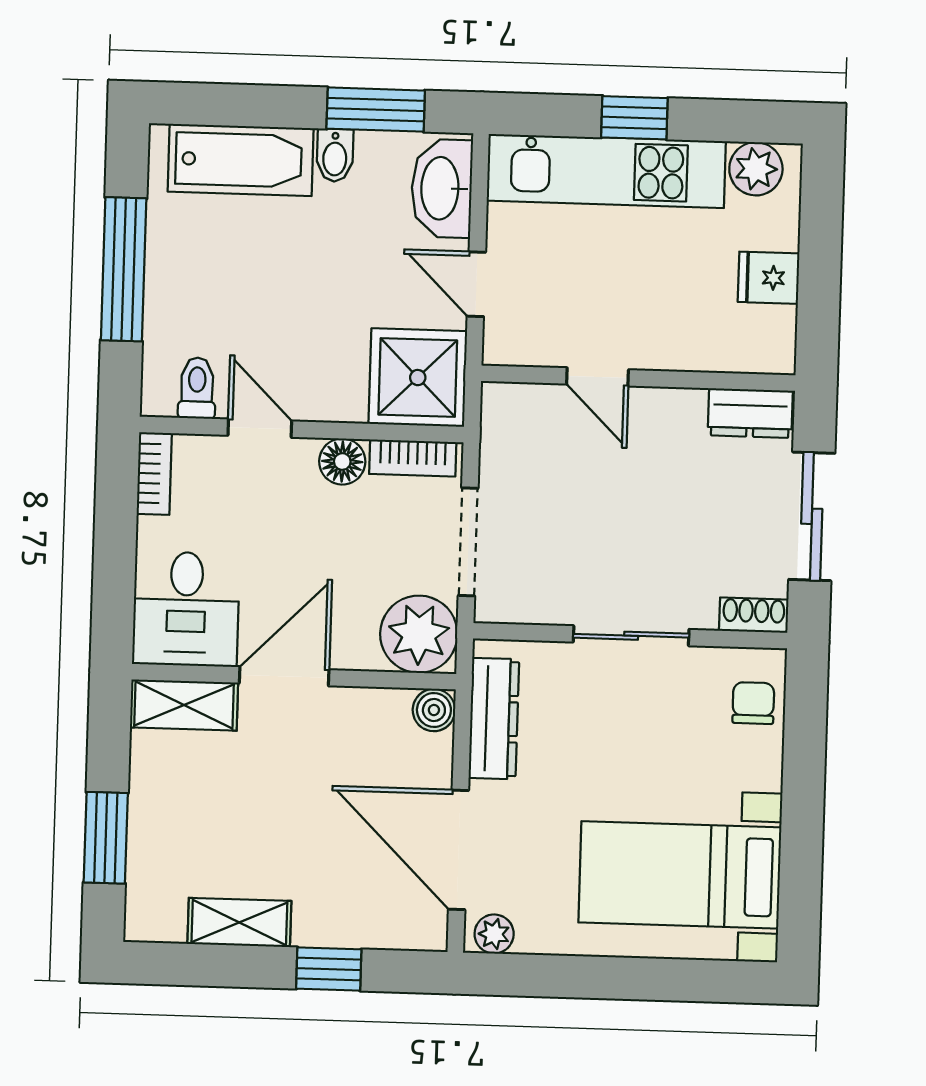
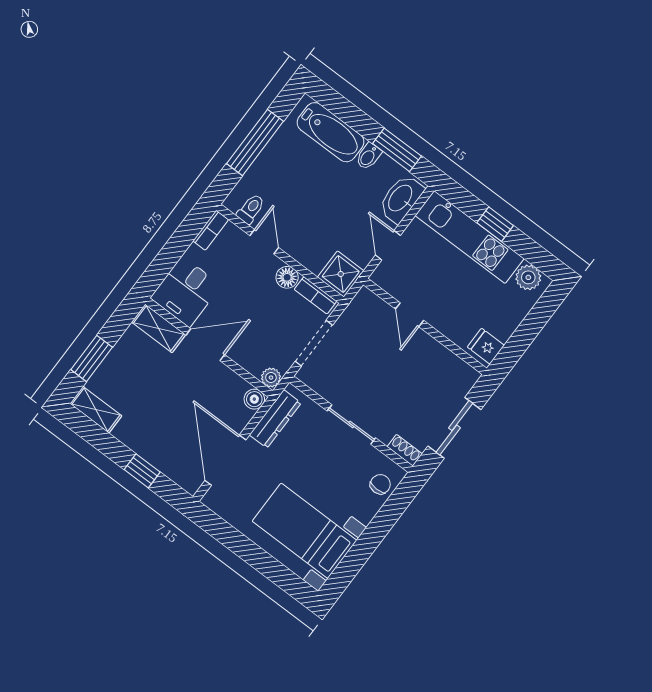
fridge: (769, 278) -> (486, 346), moved
shower: (418, 378) -> (341, 274), width x0.73, depth x0.73
dresser: (750, 413) -> (459, 371), removed
plant: (419, 634) -> (271, 378), width x0.53, depth x0.53
shelving: (239, 922) -> (96, 410), moved
plant: (494, 934) -> (216, 503), removed

